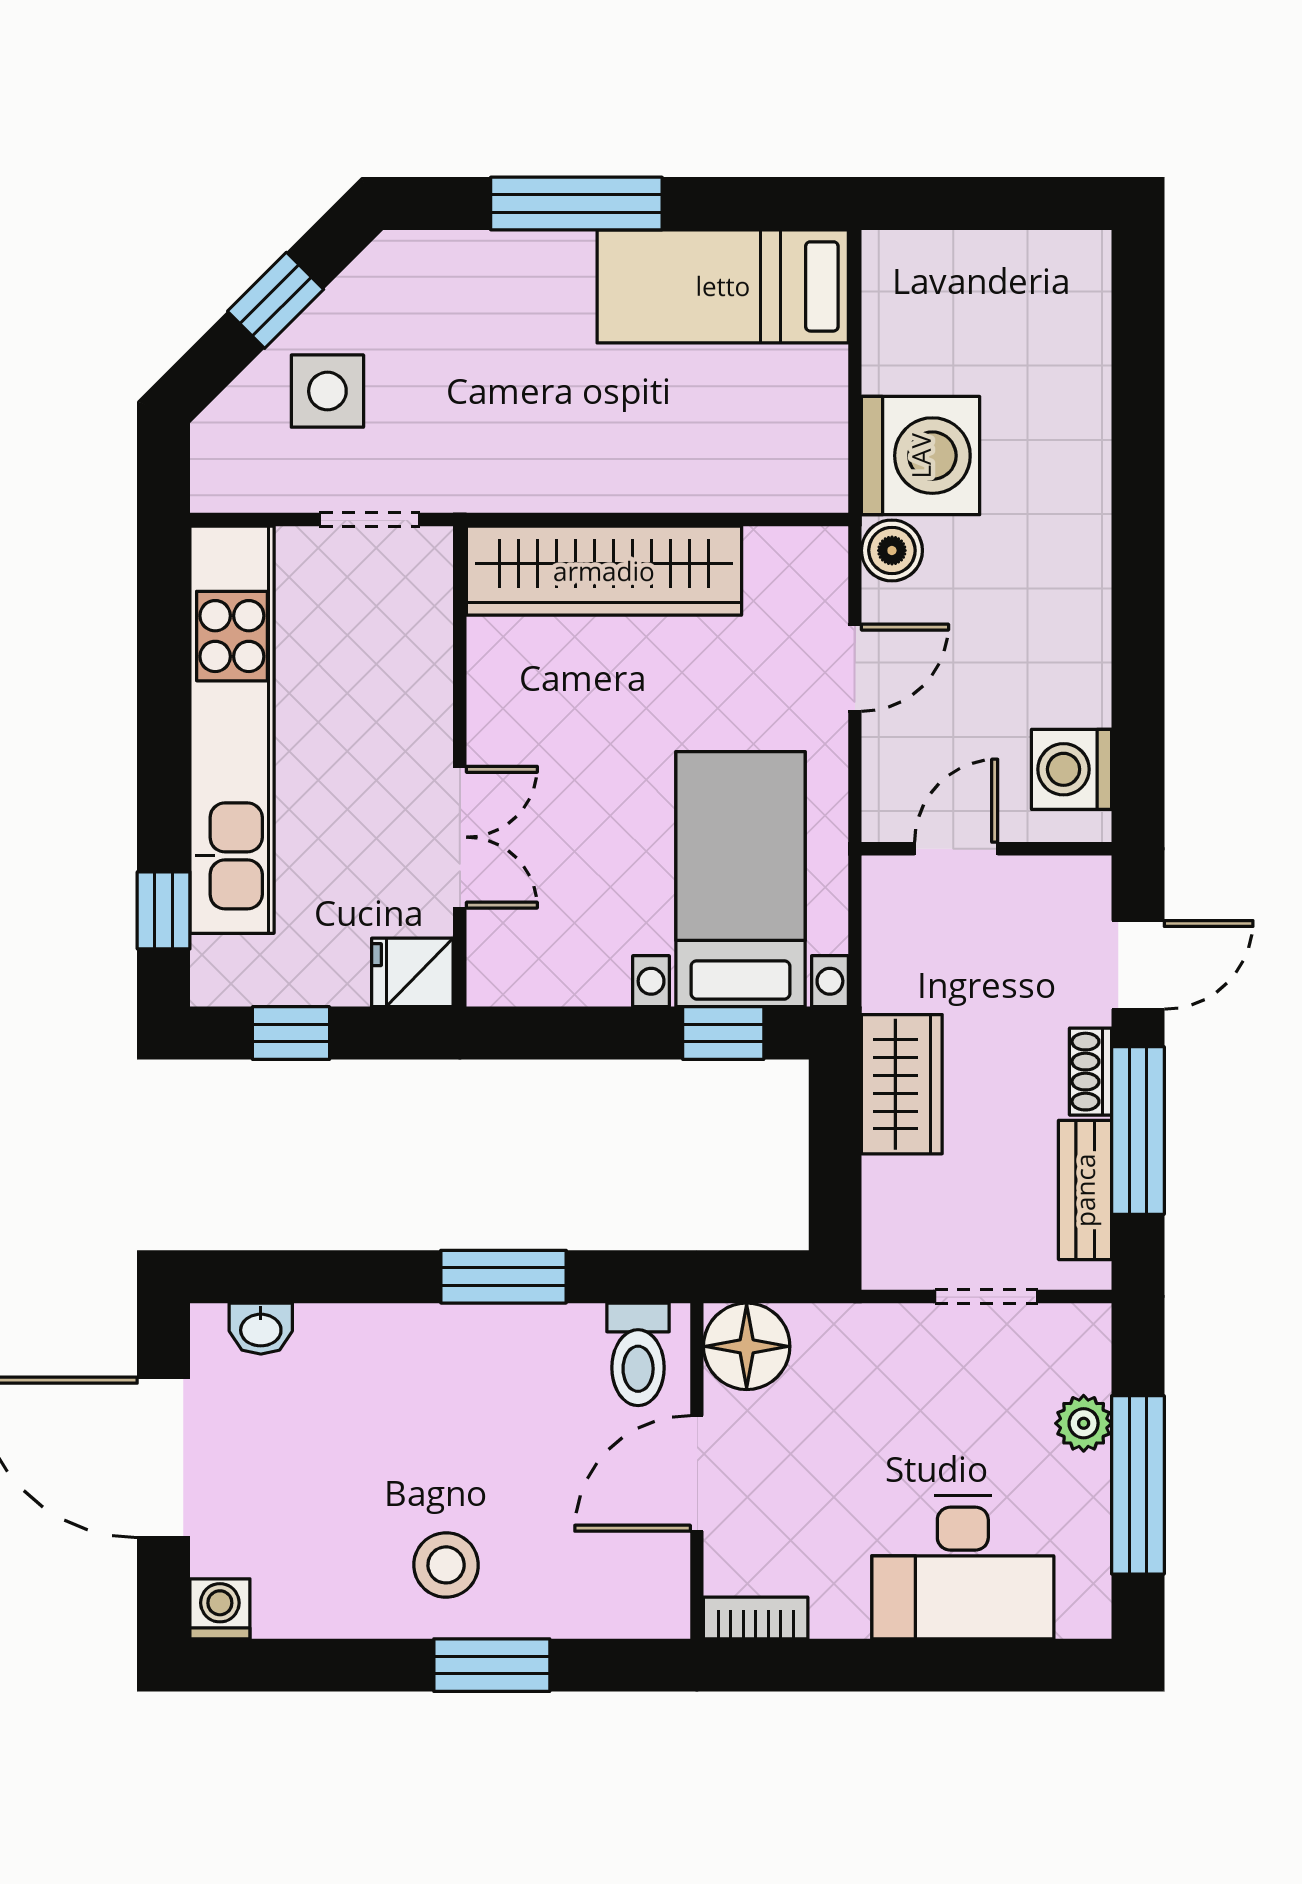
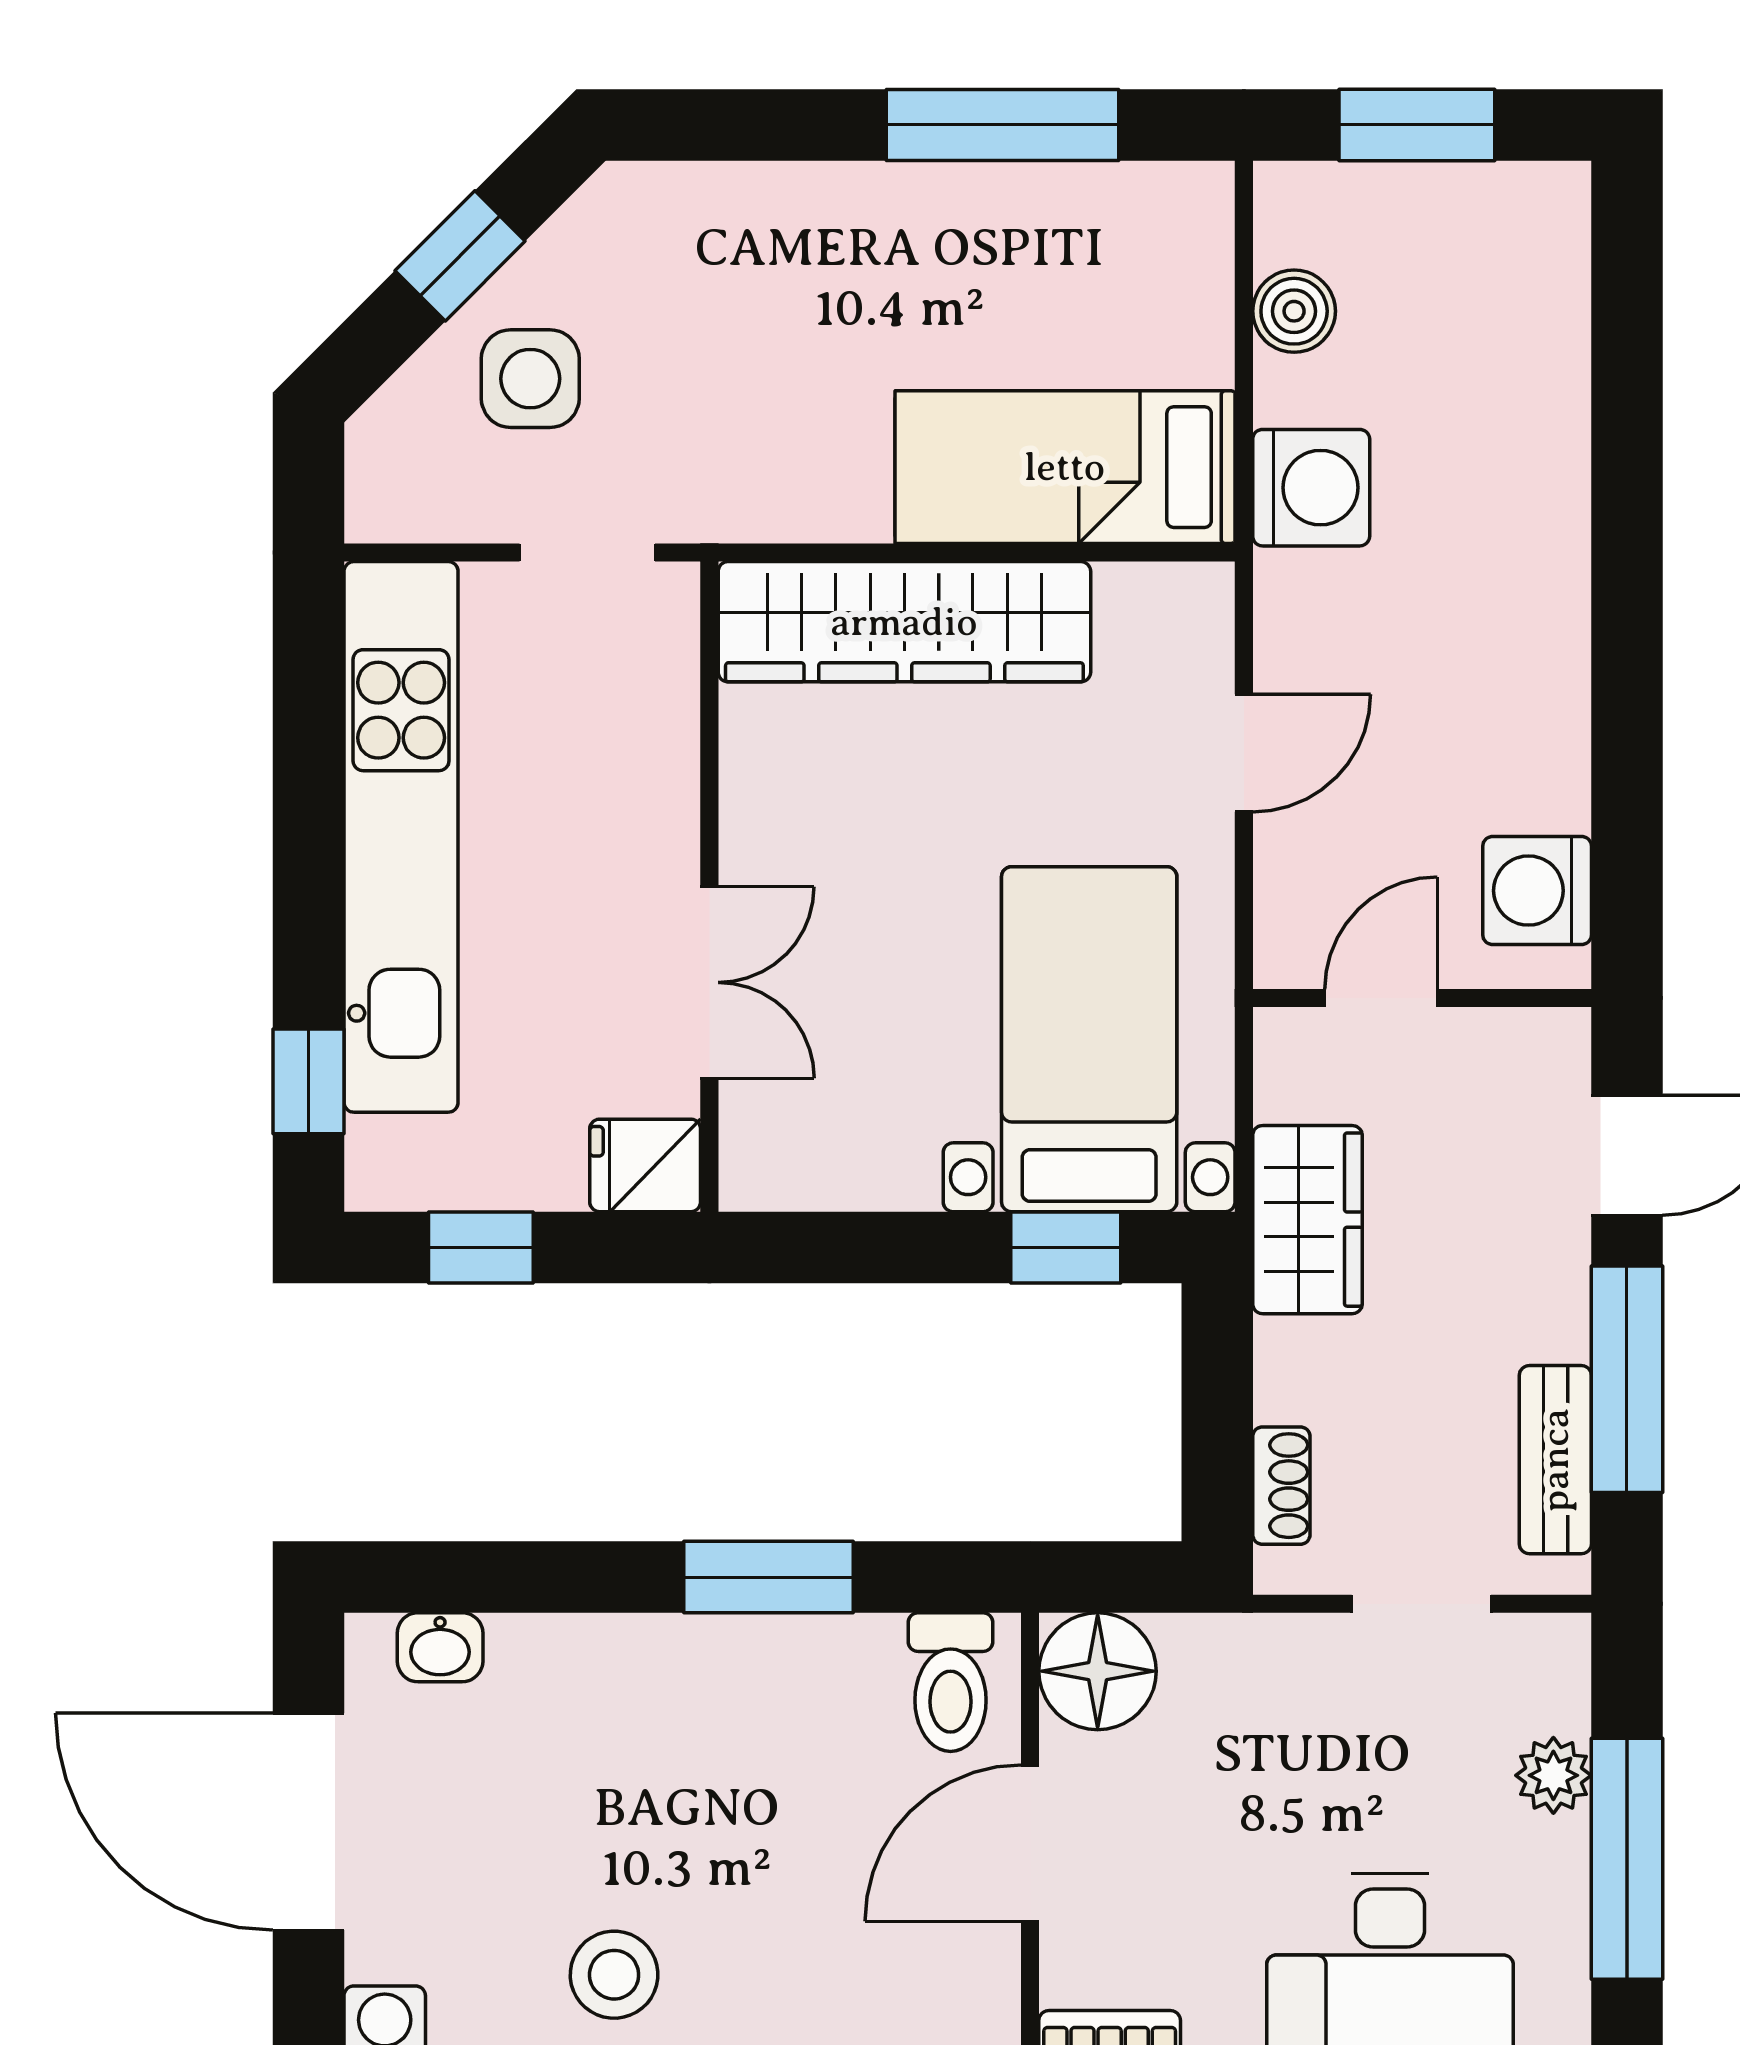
window: (576, 204) -> (1003, 125), moved
window: (983, 204) -> (1417, 125), added
bed: (723, 286) -> (1065, 467), moved
washing machine: (921, 456) -> (1311, 488), width x0.73, depth x0.73
boiler: (892, 550) -> (1294, 311), moved
shoe rack: (1090, 1072) -> (1281, 1486), moved, turned 180
wardrobe: (902, 1084) -> (1307, 1220), moved
stool: (446, 1565) -> (614, 1975), moved

